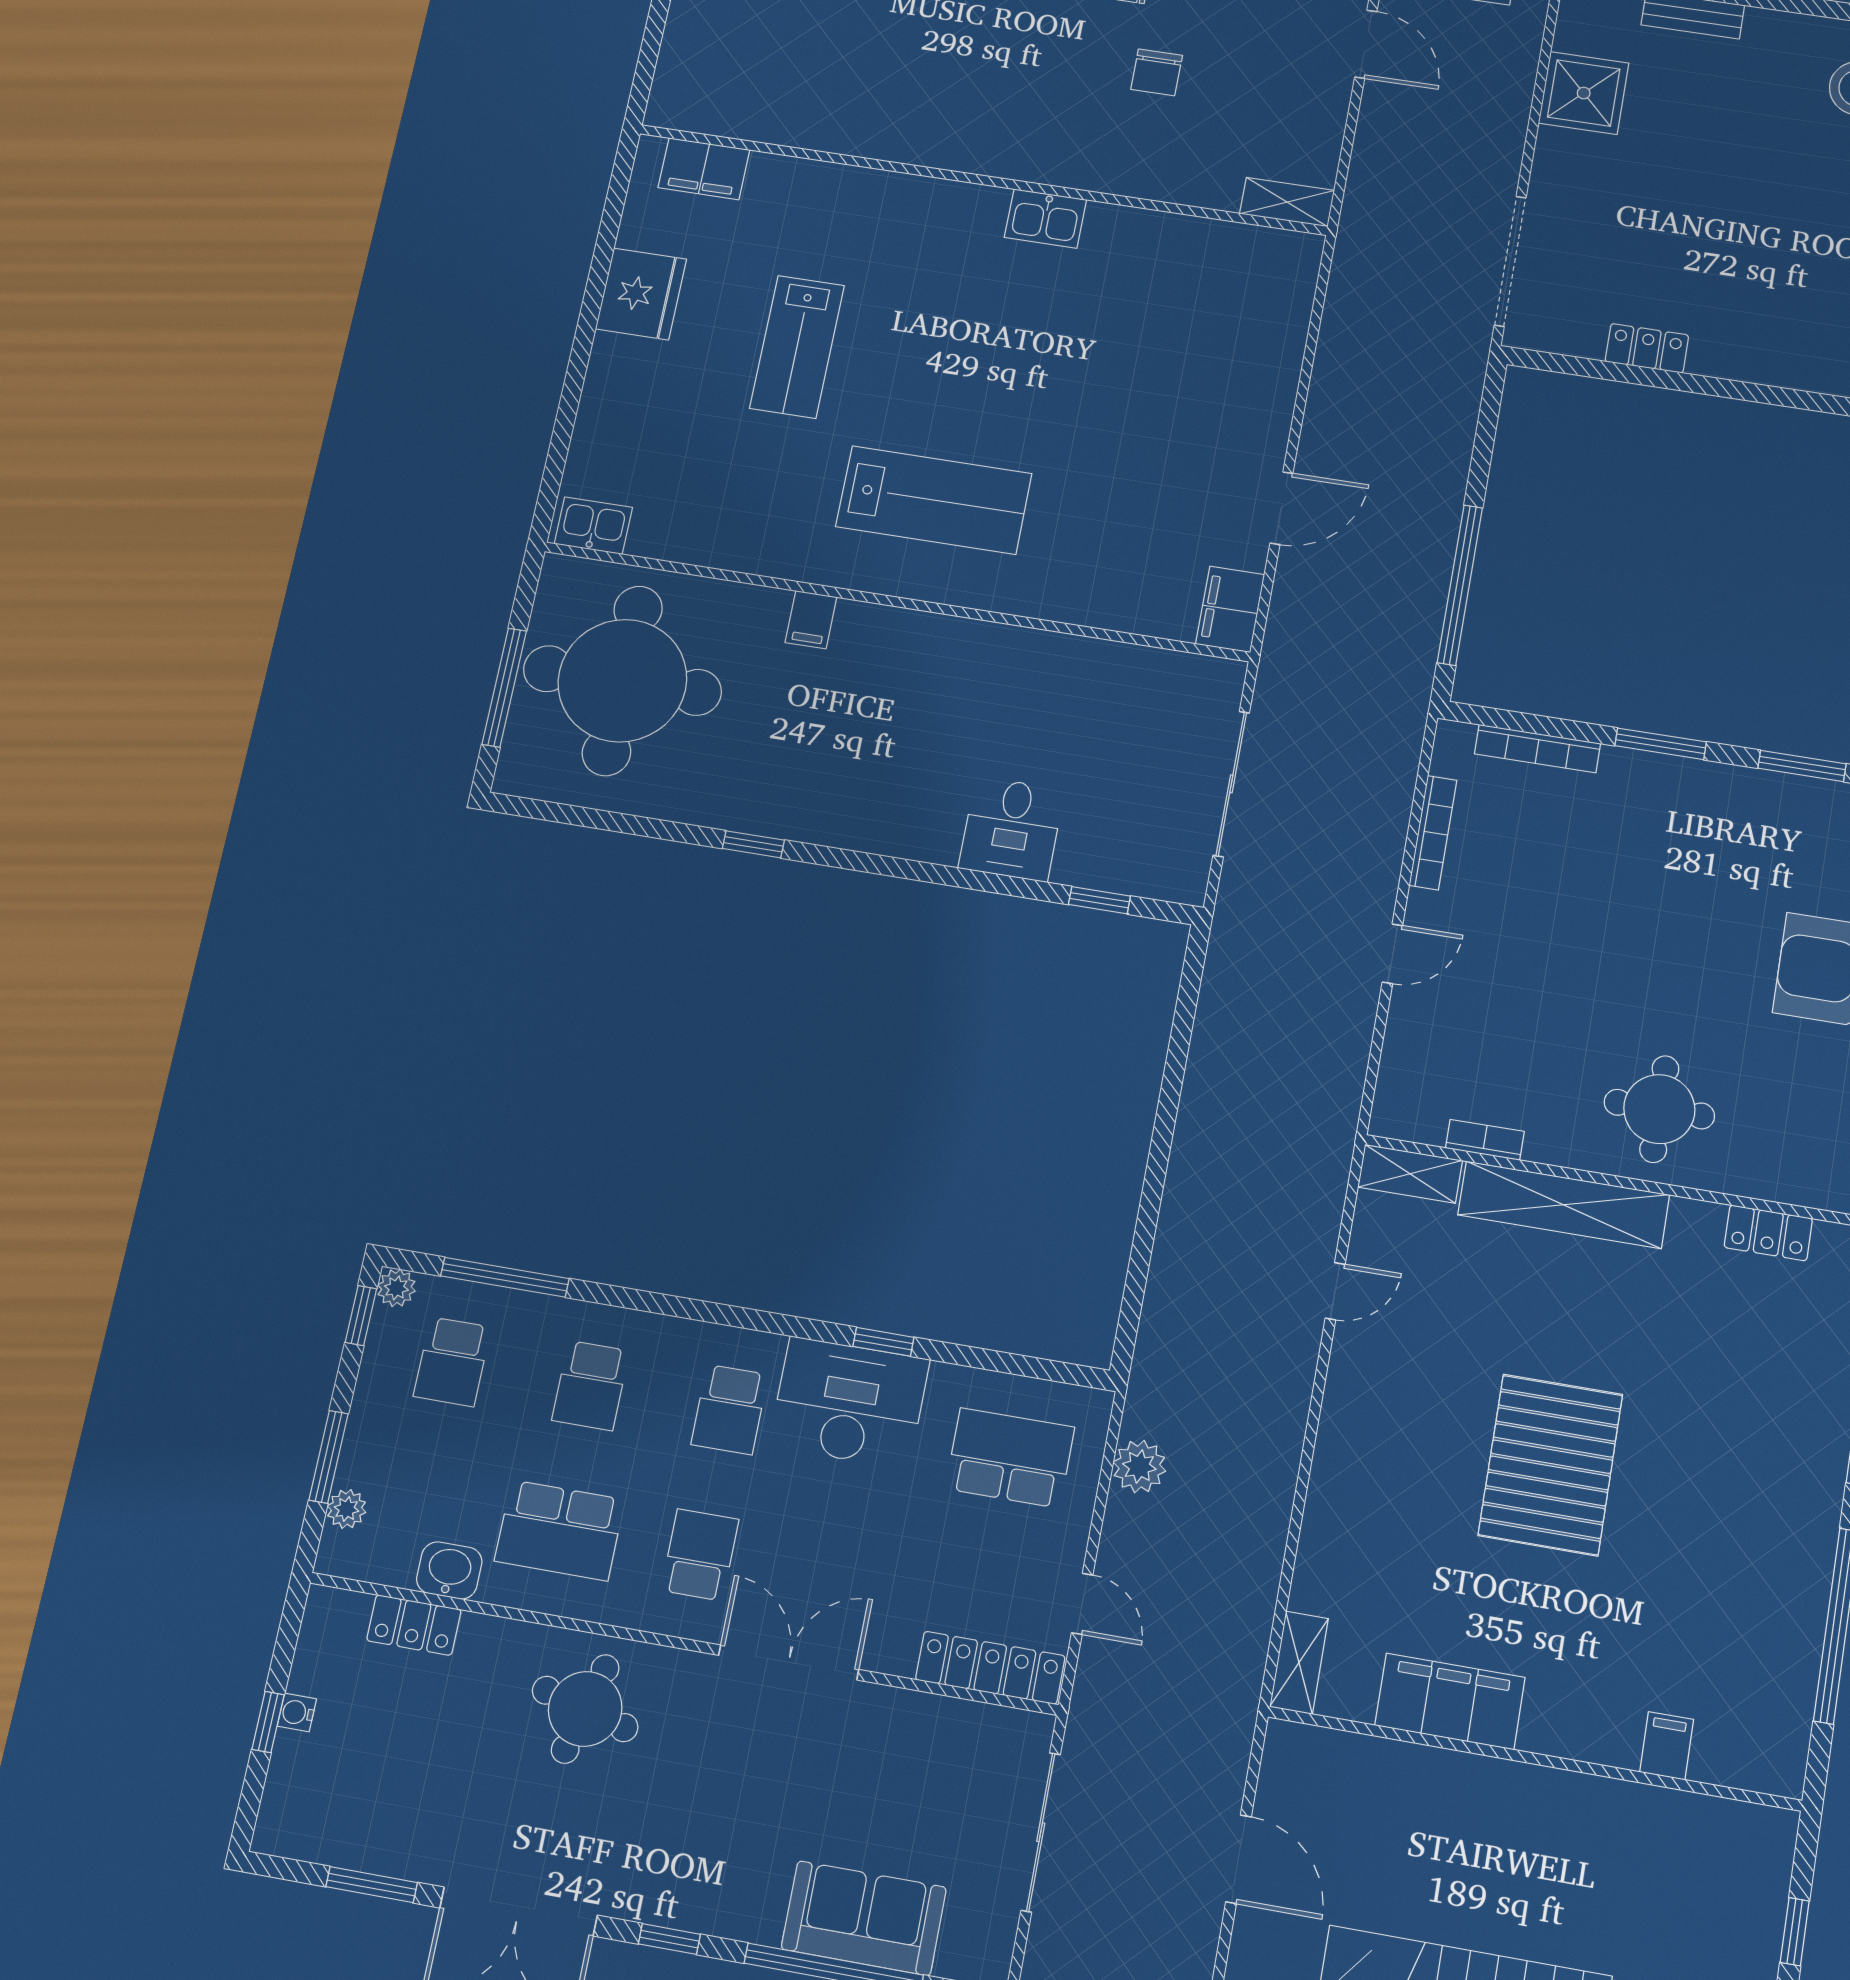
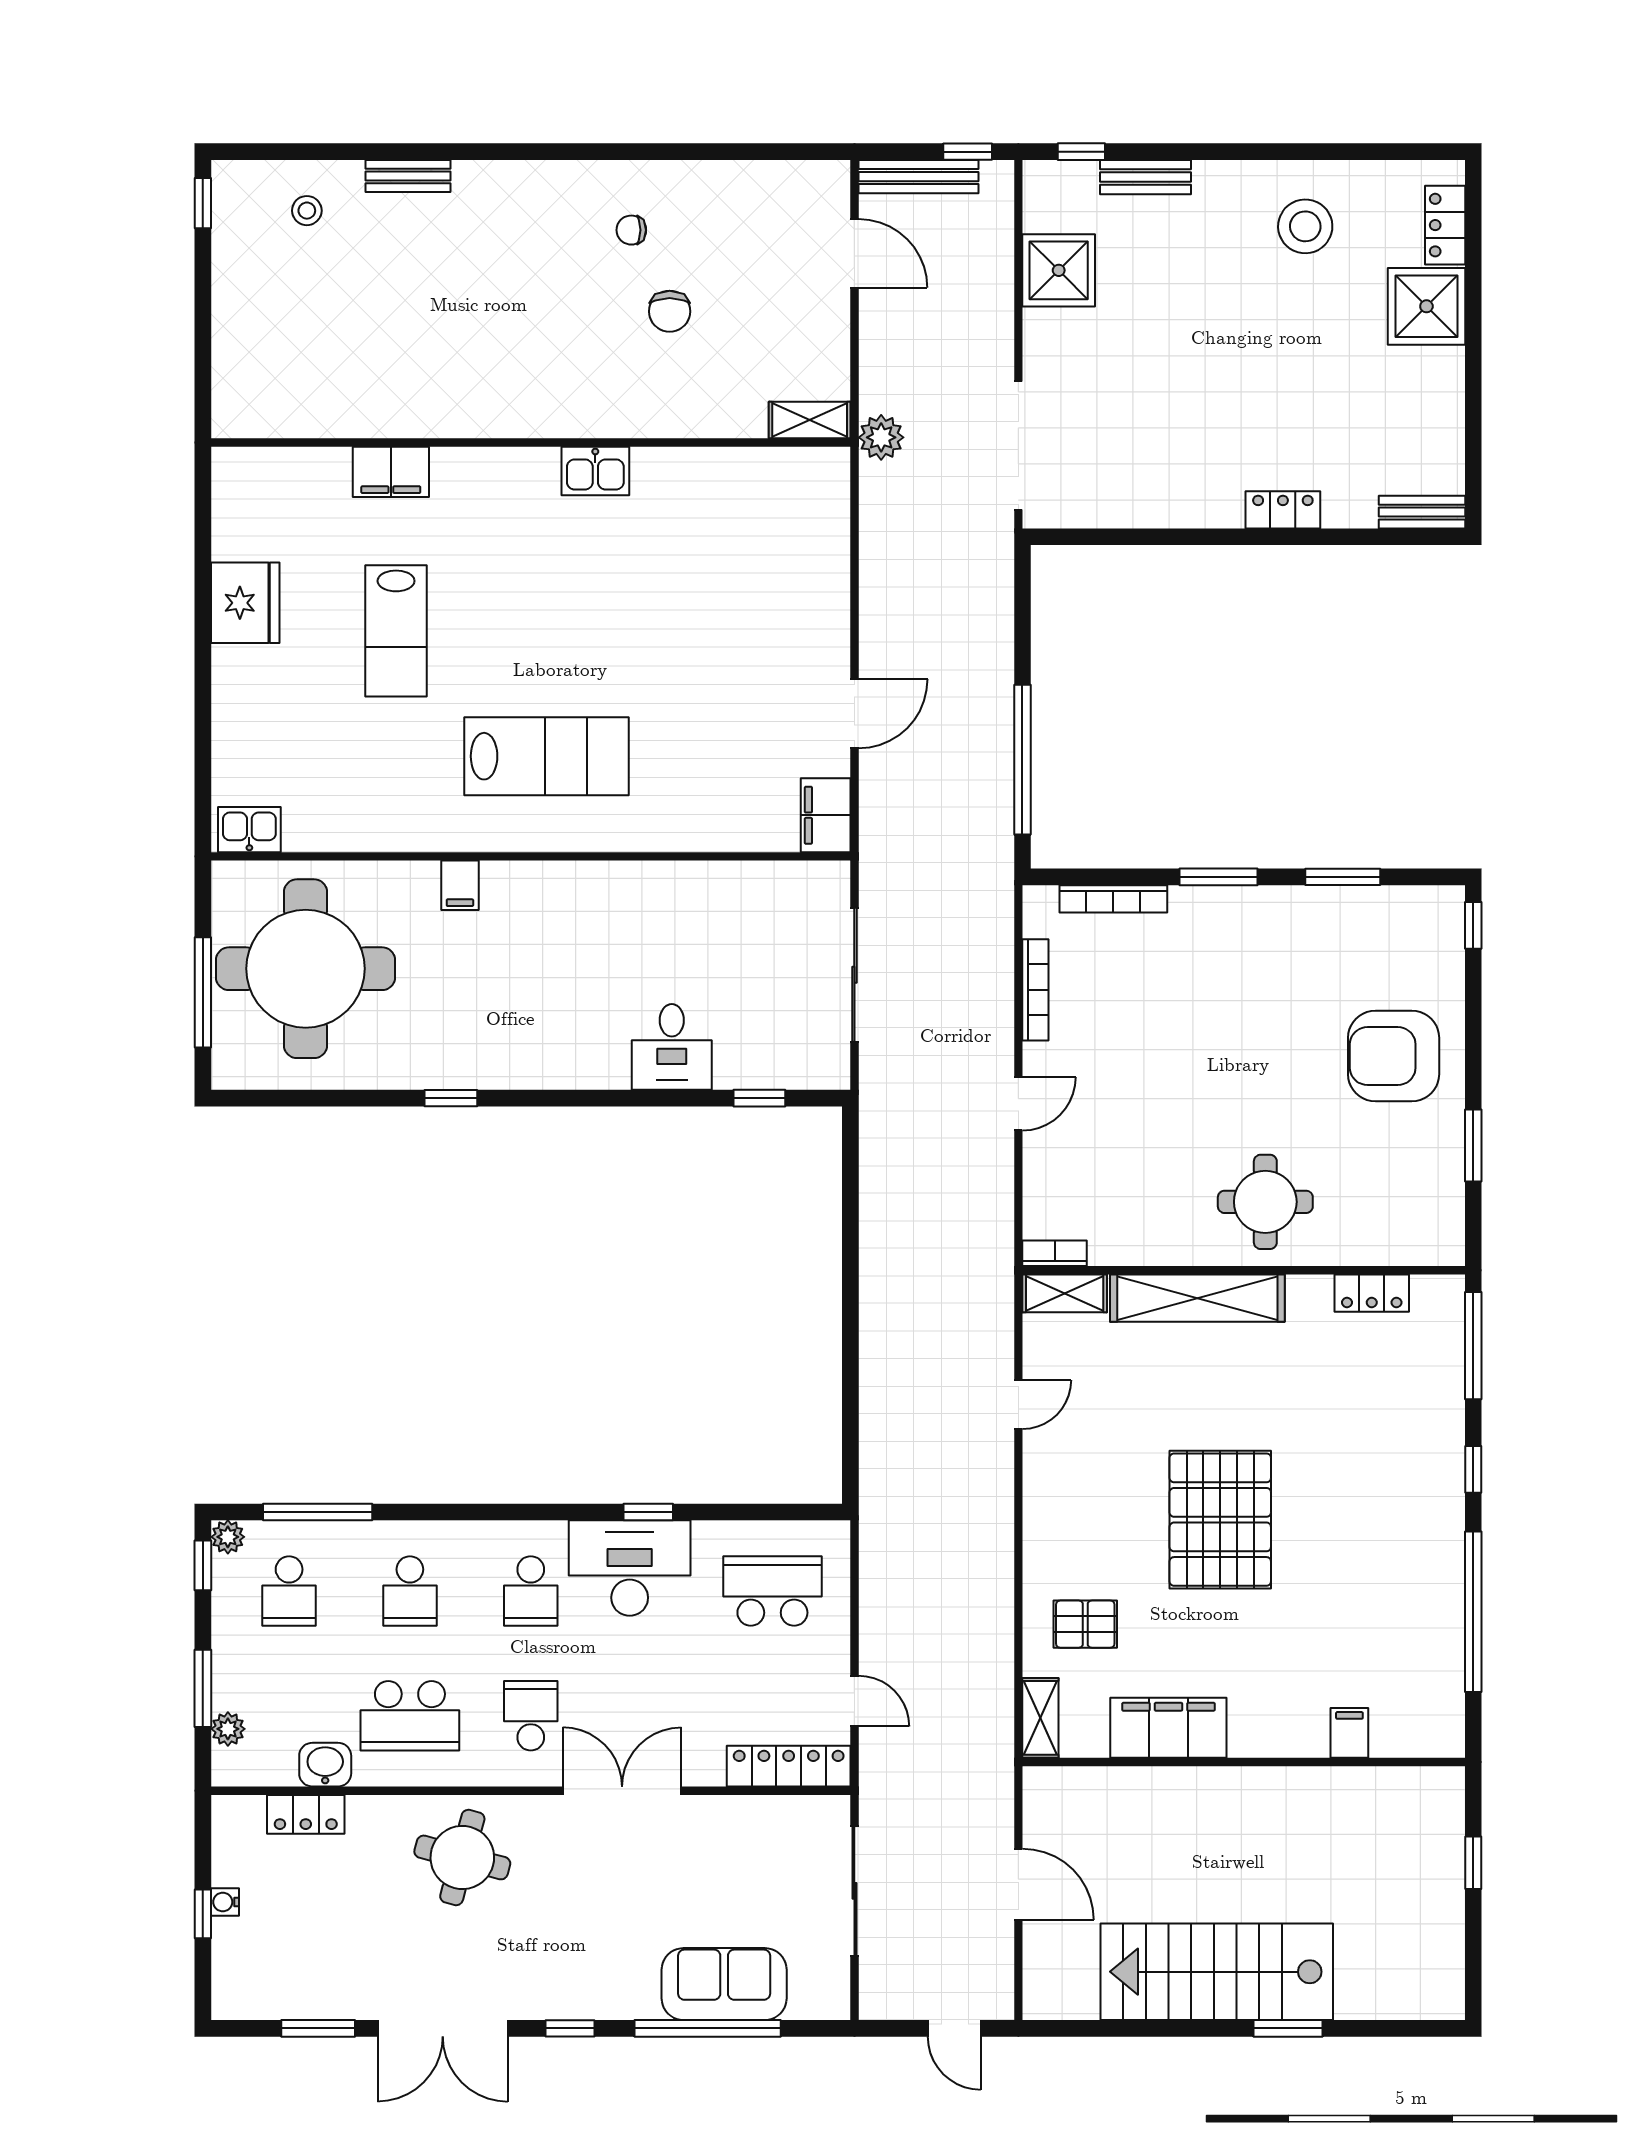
filing cabinet: (704, 169) -> (391, 472), moved
locker: (1647, 348) -> (1283, 510), moved
bookcase: (1485, 1140) -> (1055, 1253), moved
plant: (1139, 1467) -> (881, 437), moved
pallet: (1371, 1560) -> (1085, 1624), added

